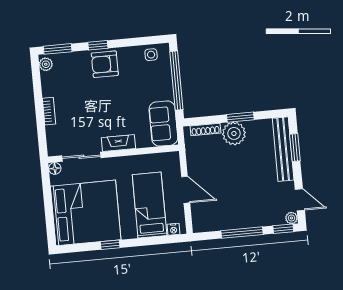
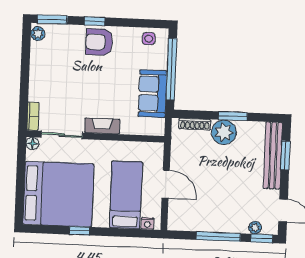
bookcase: (49, 111) -> (33, 116), moved
sofa: (163, 124) -> (153, 94), moved
plant: (291, 218) -> (255, 228), moved

